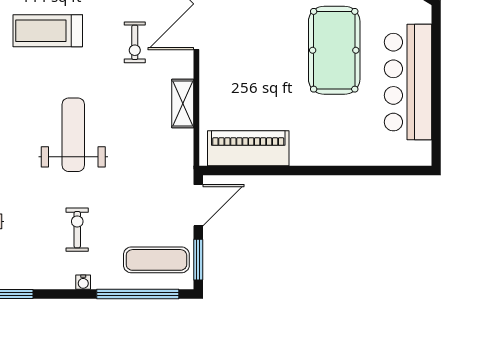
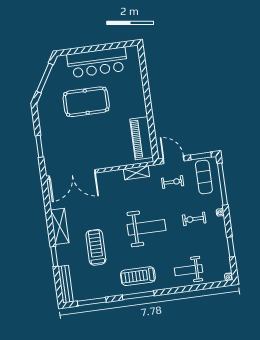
treadmill: (48, 31) -> (96, 247), turned 180
exercise bike: (135, 42) -> (173, 182), moved
shelving: (183, 103) -> (136, 173), moved
weight bench: (73, 135) -> (147, 227), turned 180

